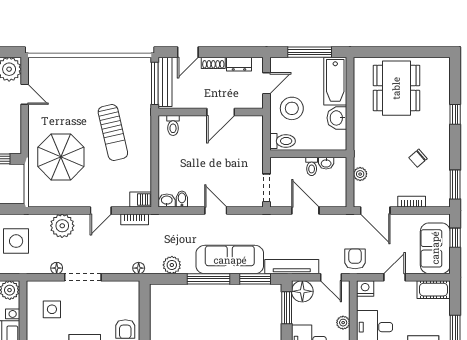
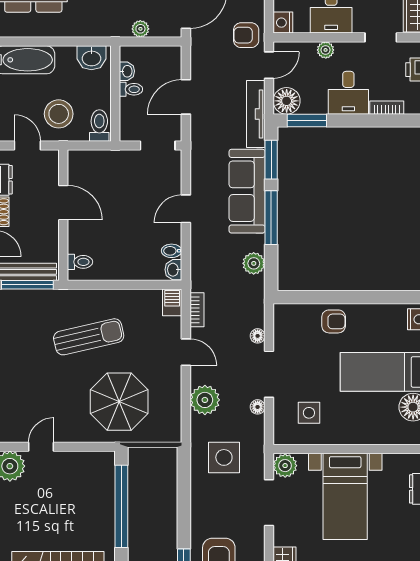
washbasin: (337, 118) -> (91, 58), moved
floor lamp: (139, 268) -> (258, 336), moved

